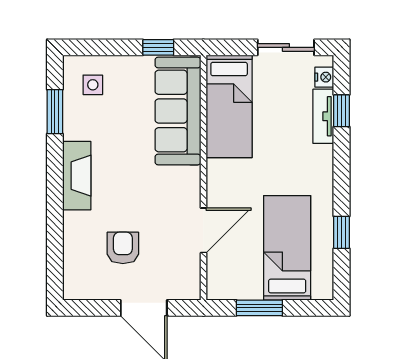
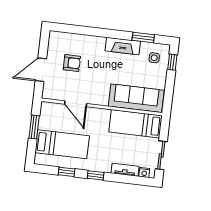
window: (158, 47) -> (172, 62), moved
window: (342, 111) -> (96, 175), moved
fireplace: (77, 176) -> (123, 46), moved

